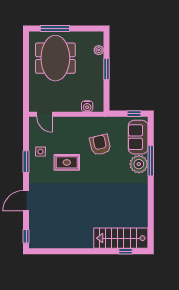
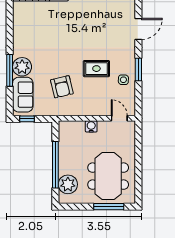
plant: (99, 50) -> (68, 184), width x1.88, depth x1.88
window: (107, 69) -> (55, 165), width x2.11
water cooler: (87, 106) -> (91, 126), moved

